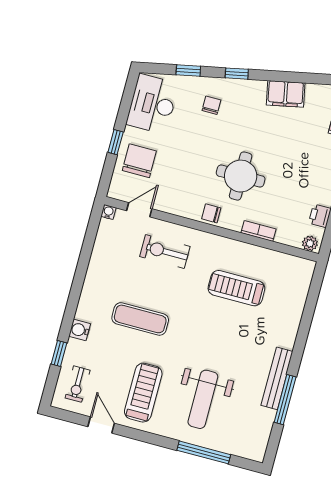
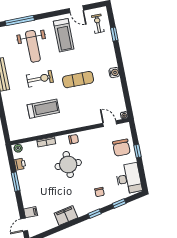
door: (139, 210) -> (110, 124), swing flipped
exercise bike: (165, 251) -> (40, 79), moved
exercise mat: (140, 319) -> (78, 80), moved
water cooler: (80, 330) -> (114, 73), moved
weight bench: (203, 399) -> (33, 46), turned 180

